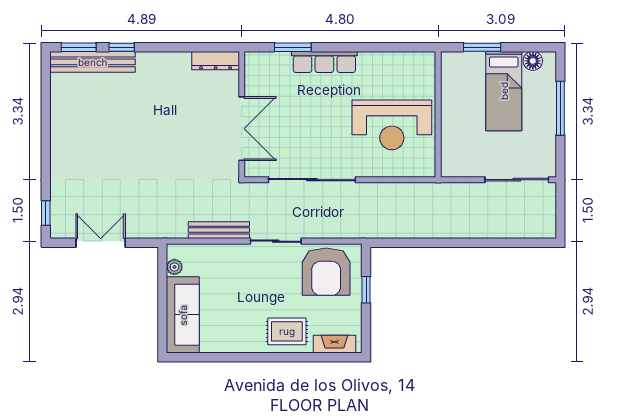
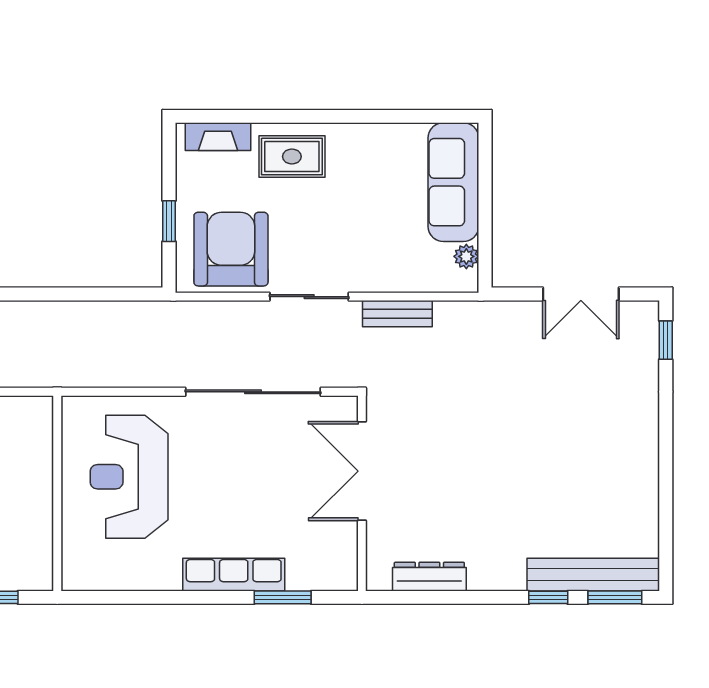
dresser: (216, 61) -> (429, 577), moved
reception desk: (392, 125) -> (129, 477), turned -90
bench: (219, 230) -> (397, 314), width x0.73

